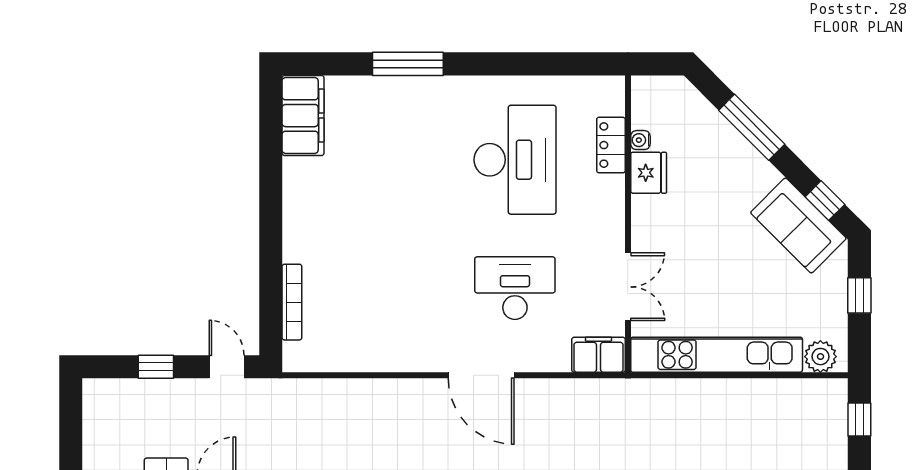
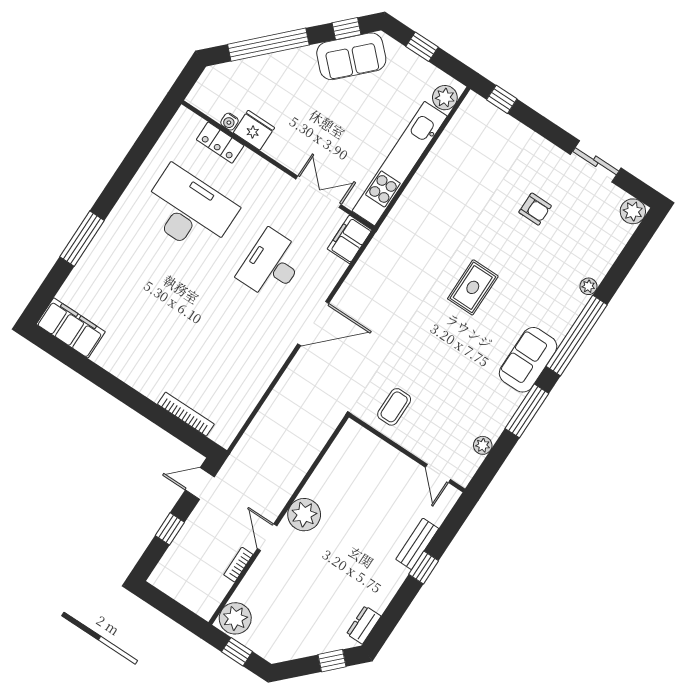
window: (752, 127) -> (268, 45), width x1.46

